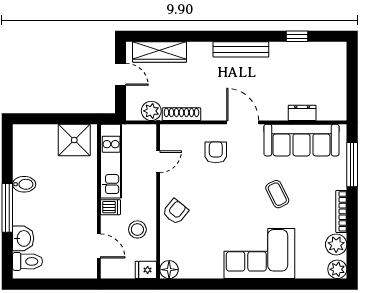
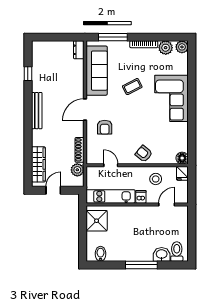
dresser: (302, 113) -> (79, 50), moved
armchair: (216, 152) -> (105, 127), turned -90
bidet: (24, 184) -> (100, 254), moved

